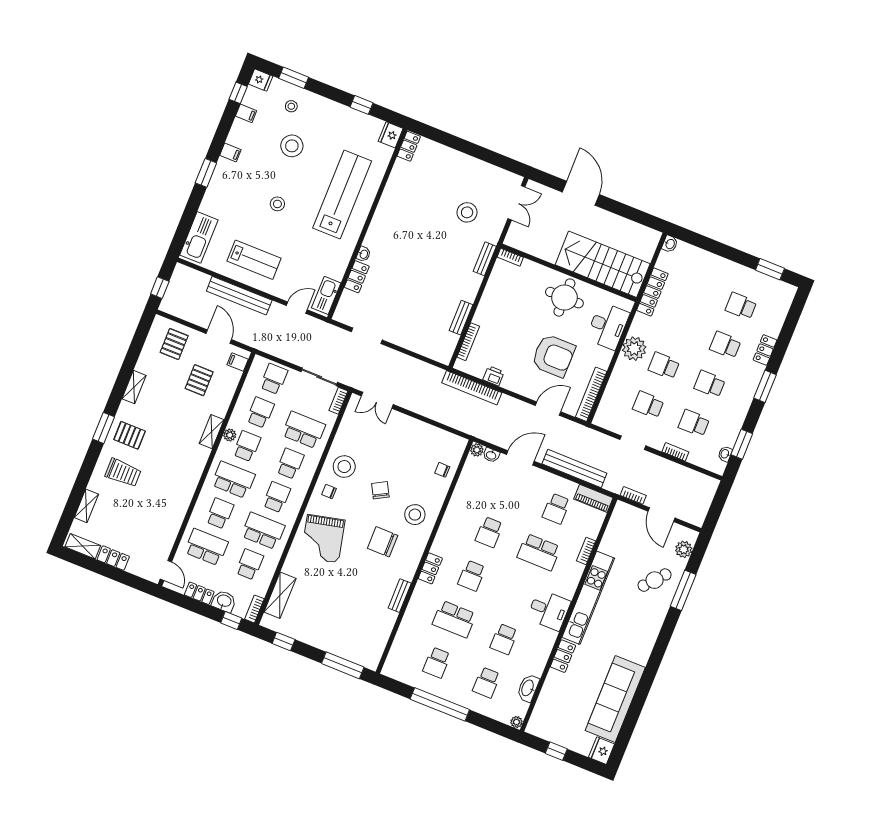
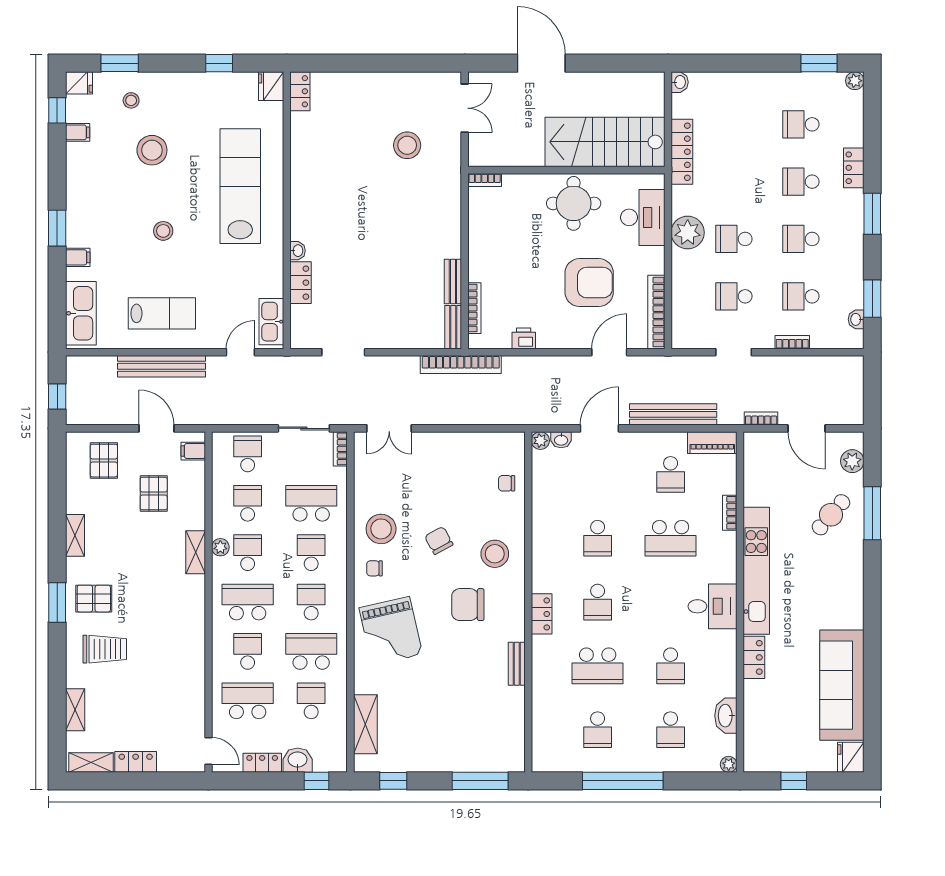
filing cabinet: (230, 153) -> (78, 257), moved
bench: (485, 259) -> (453, 327), moved
plant: (790, 291) -> (855, 81), added
bookcase: (472, 388) -> (461, 365), moved
bookcase: (254, 609) -> (340, 755), removed

